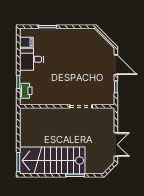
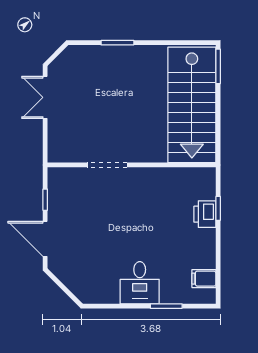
desk: (31, 59) -> (140, 283), moved, turned 90
printer: (26, 91) -> (205, 214), moved
stairs: (52, 161) -> (192, 105), moved, turned 90

